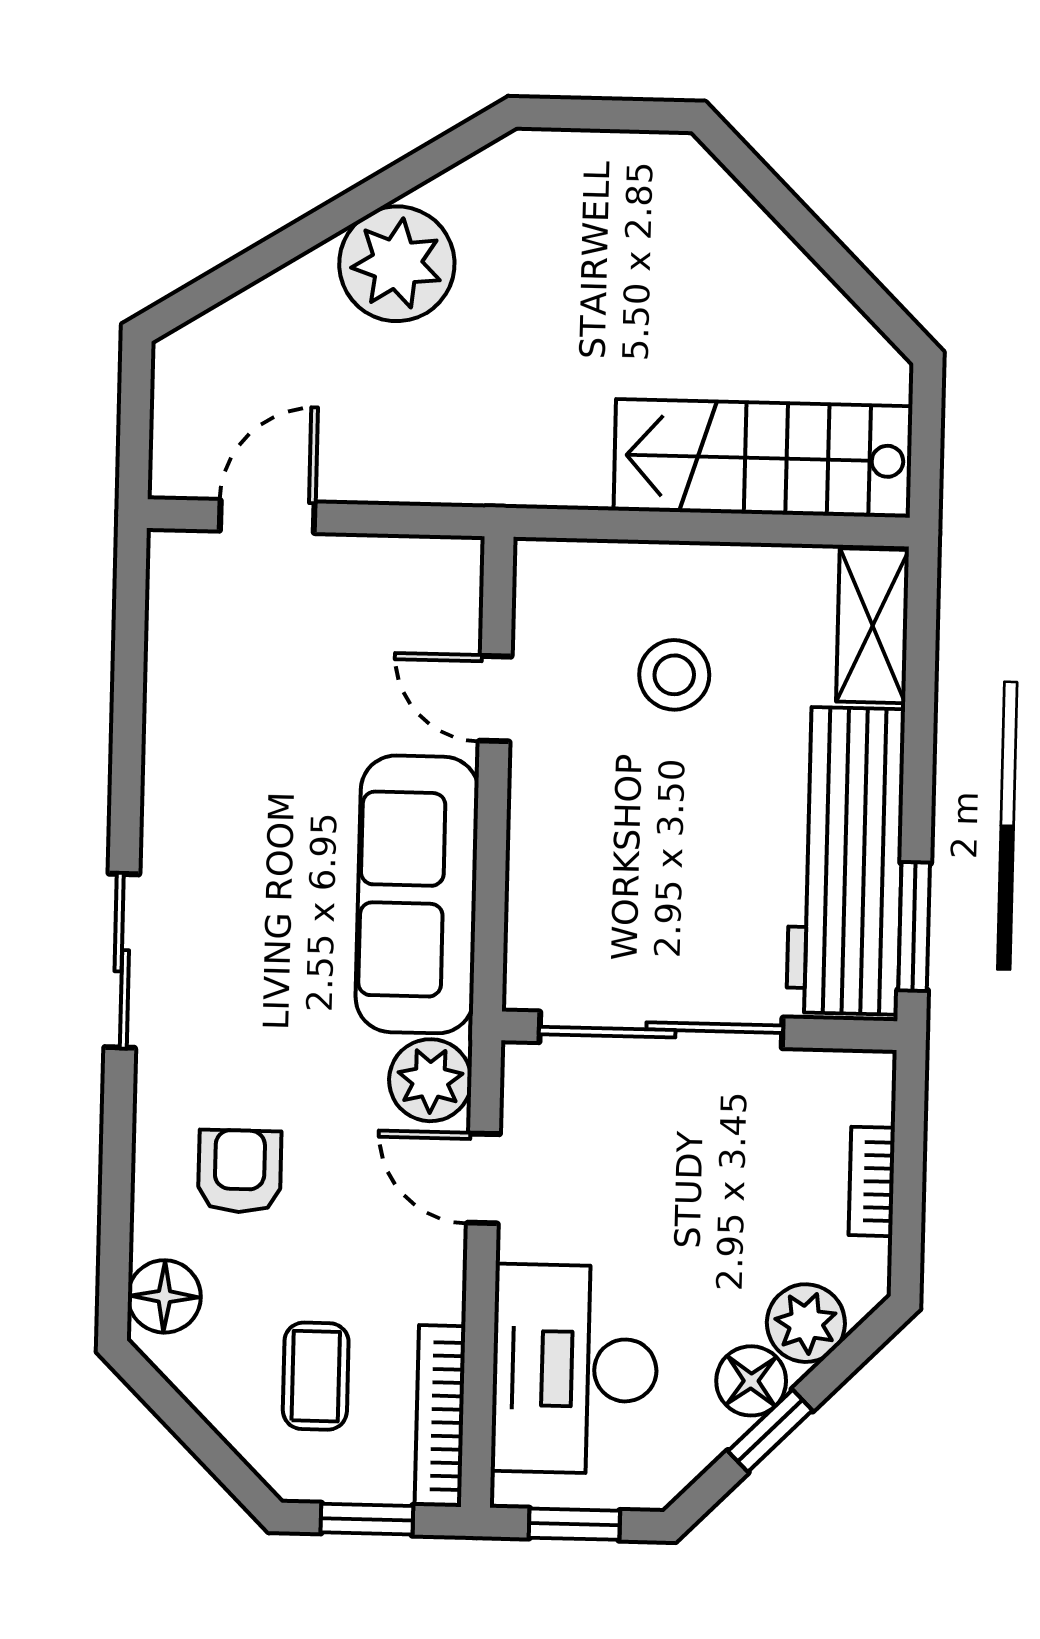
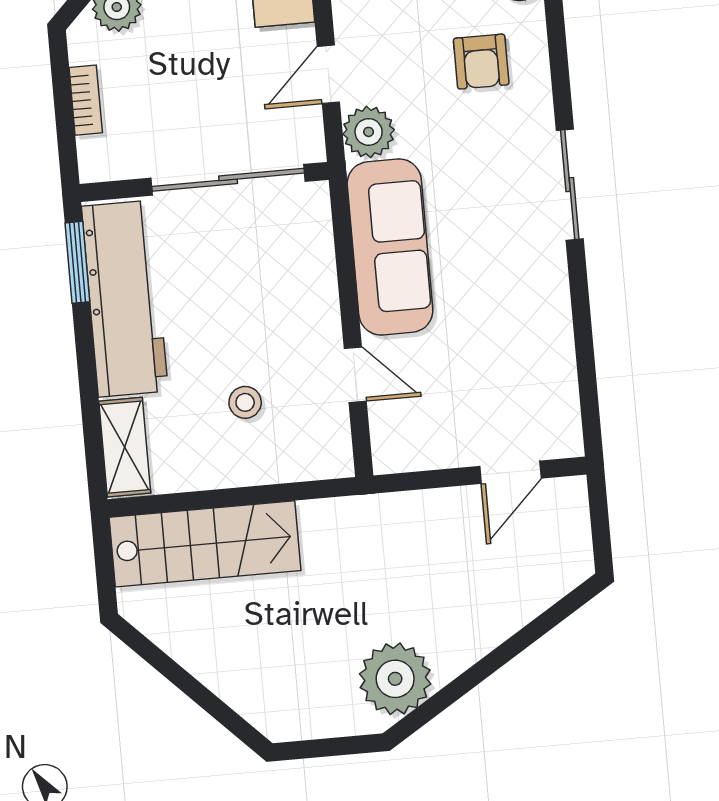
plant: (397, 264) -> (395, 679), moved
stool: (674, 675) -> (245, 402), width x0.73, depth x0.73
door: (483, 1178) -> (328, 74), swing flipped

